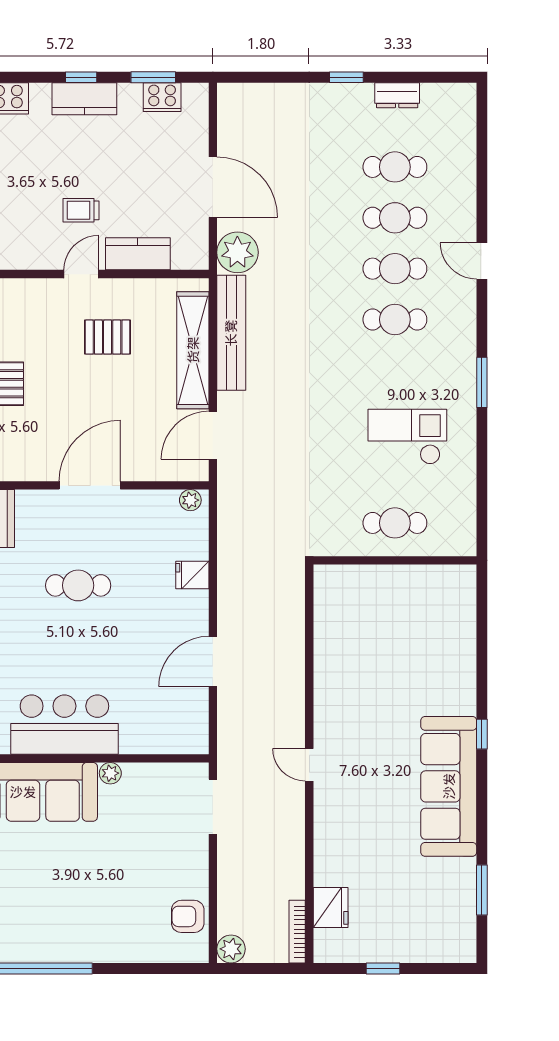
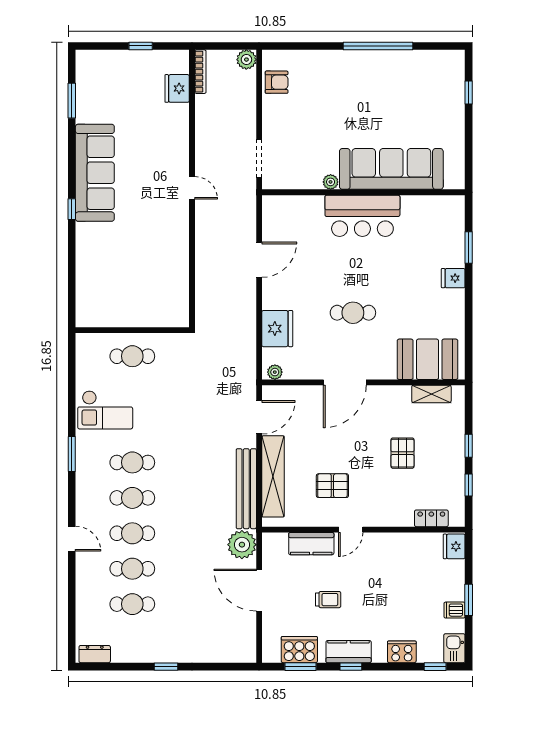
dresser: (397, 95) -> (95, 654), moved
cooker: (162, 97) -> (299, 650), width x1.37, depth x1.31
trolley: (81, 210) -> (328, 600), moved
cafe table: (395, 370) -> (132, 462), added
checkout: (407, 437) -> (105, 410), moved
fridge: (192, 575) -> (277, 329), width x1.88, depth x1.34

